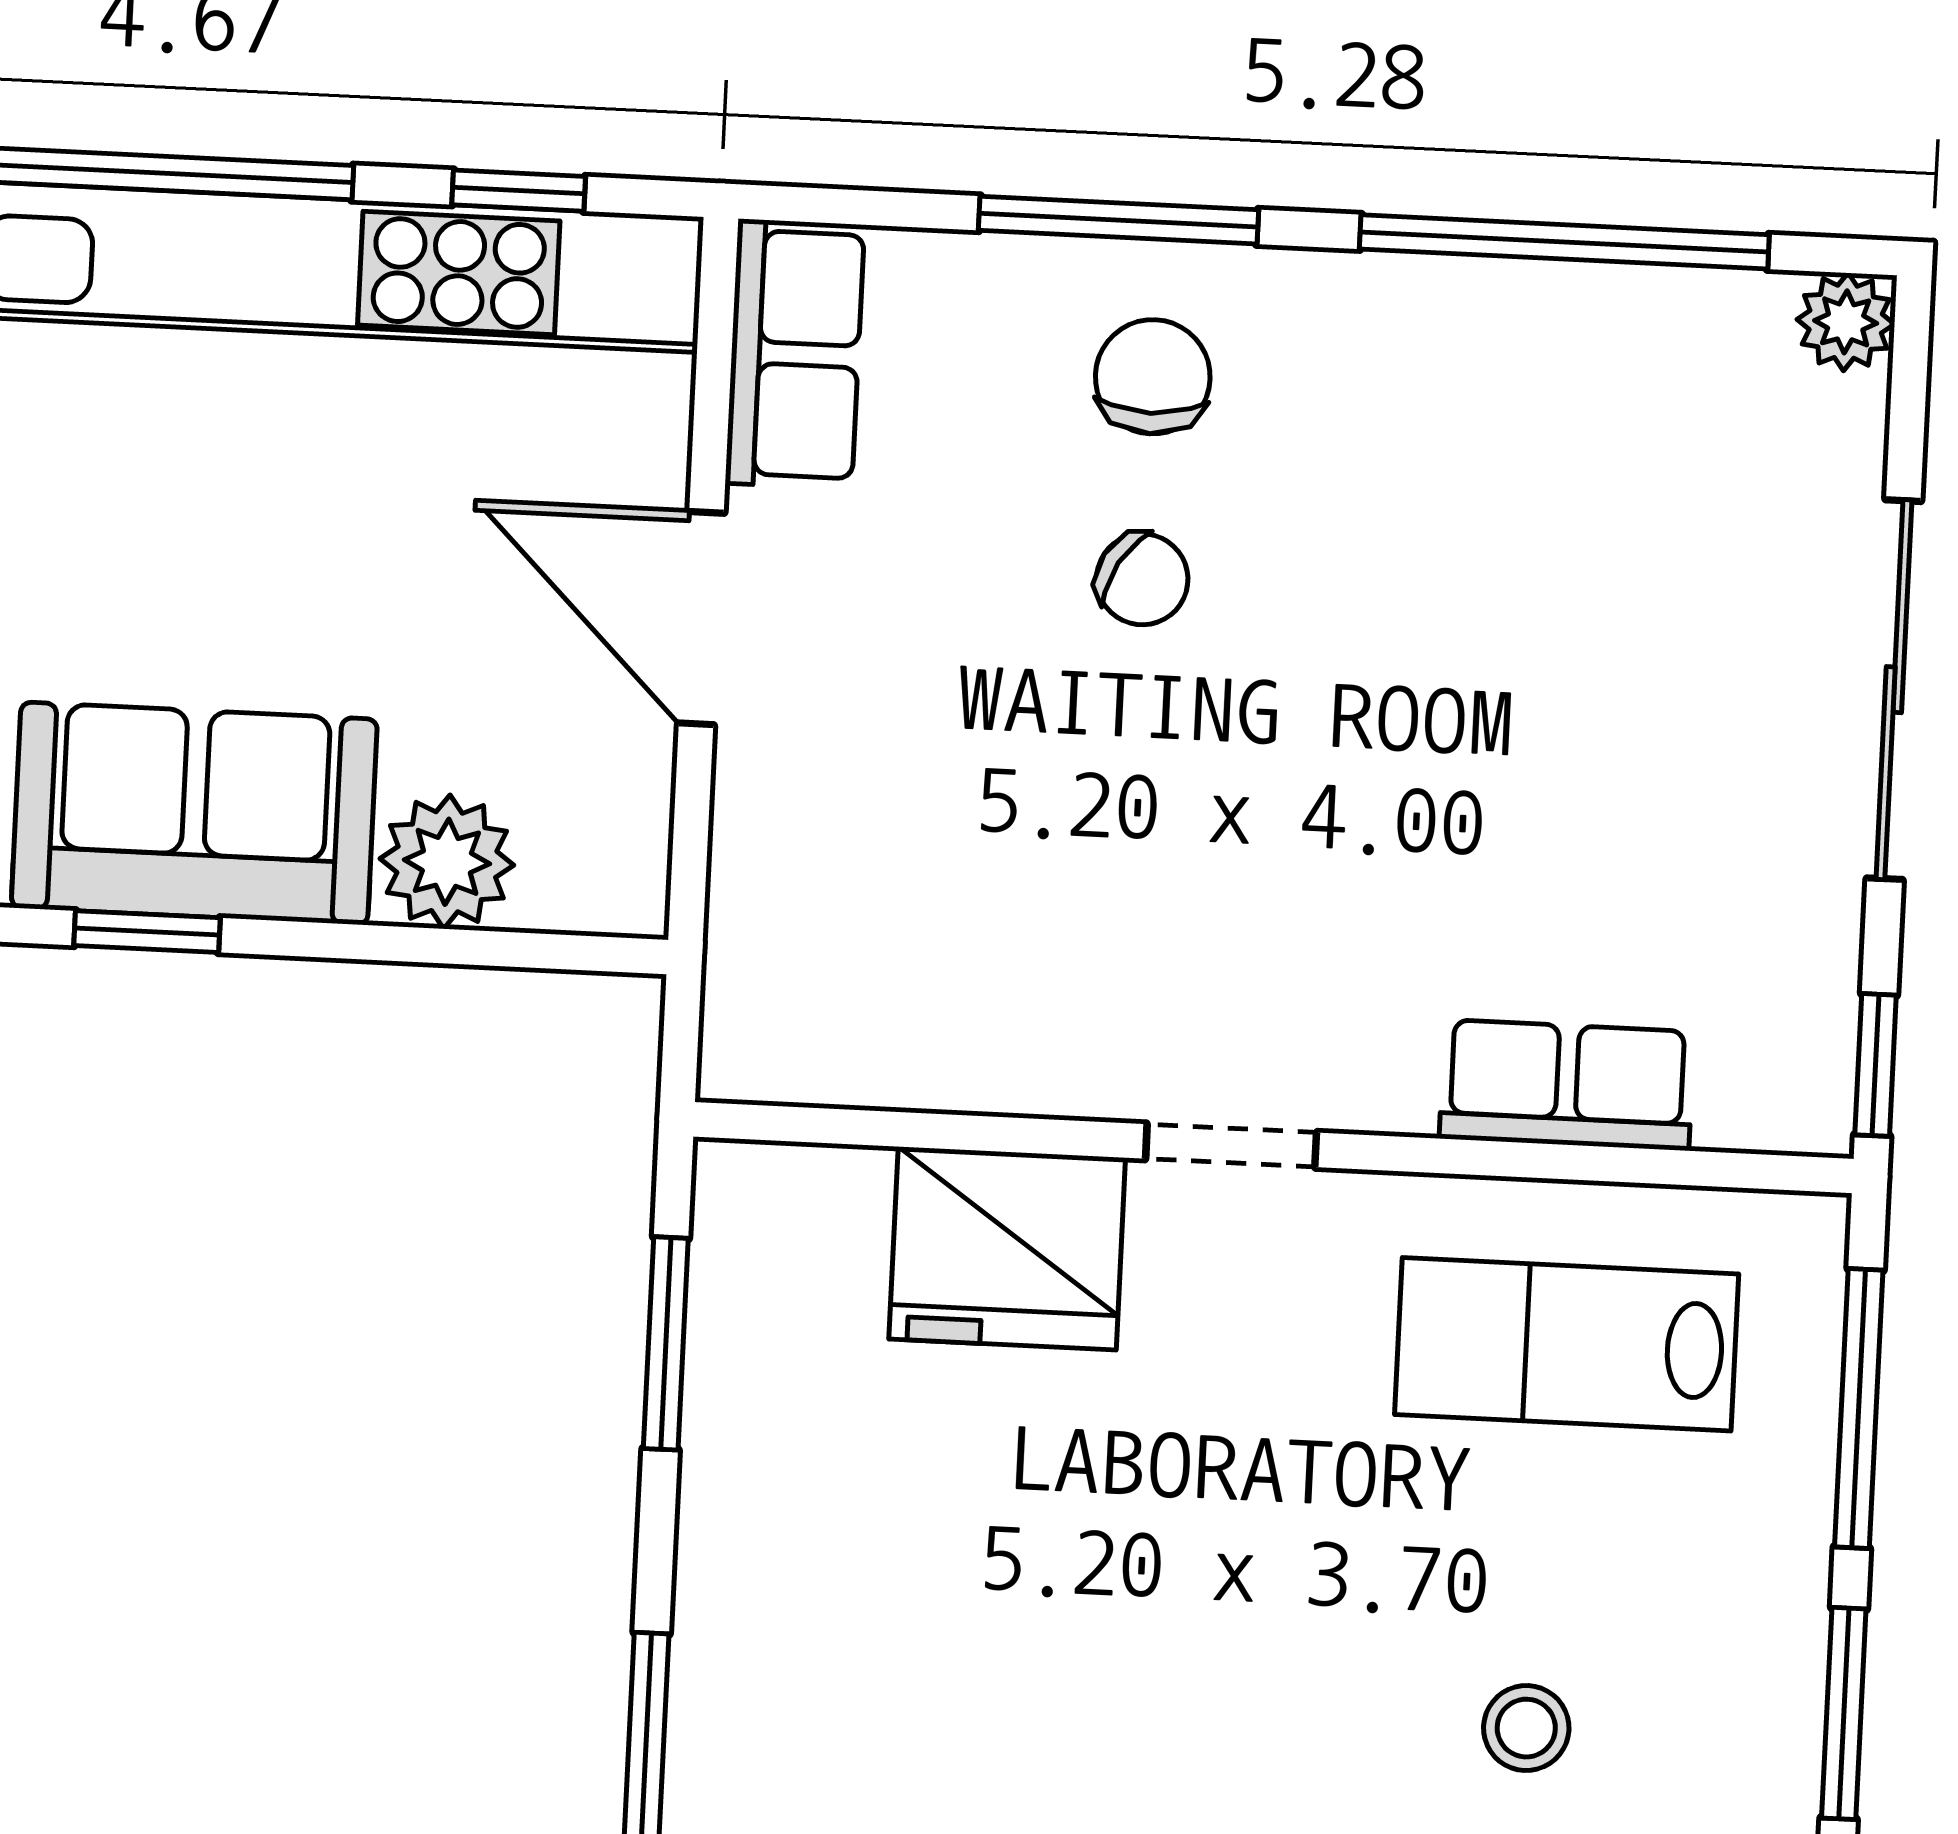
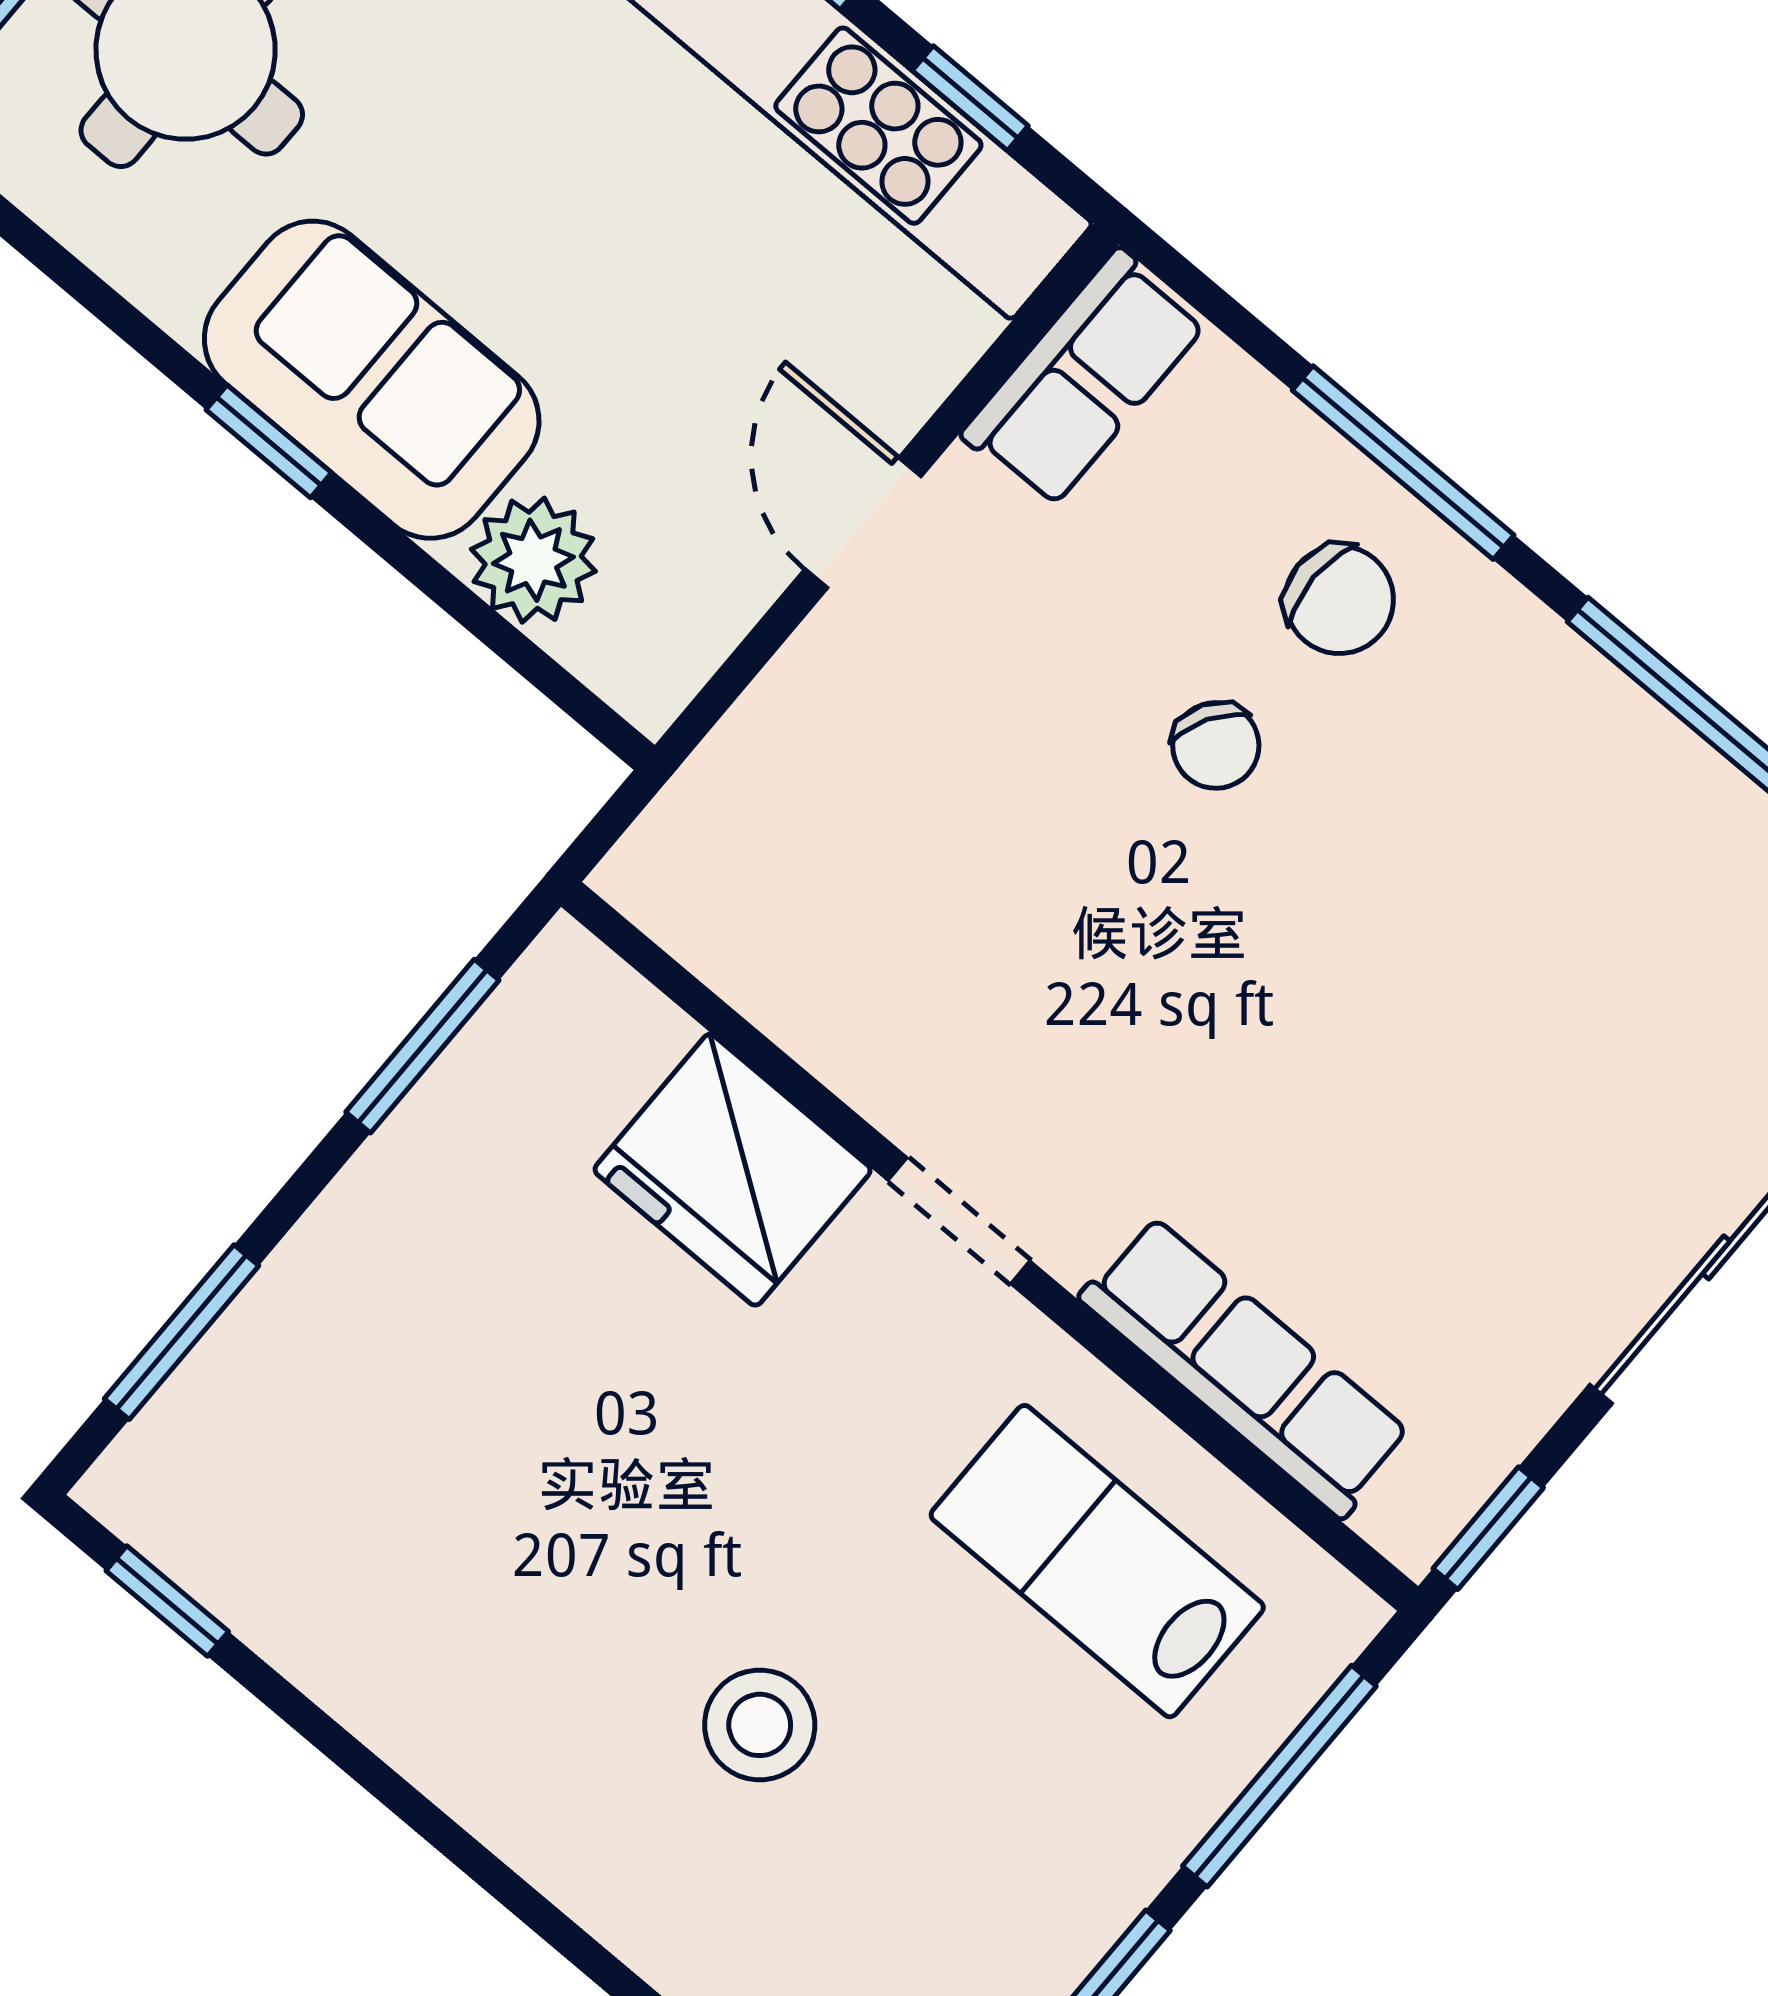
chair: (1153, 377) -> (1339, 600), turned 90
door: (701, 618) -> (863, 523), width x0.73
row of seats: (1567, 1085) -> (1245, 1367), width x1.48
stool: (1526, 1728) -> (760, 1725), moved, width x1.37, depth x1.37

